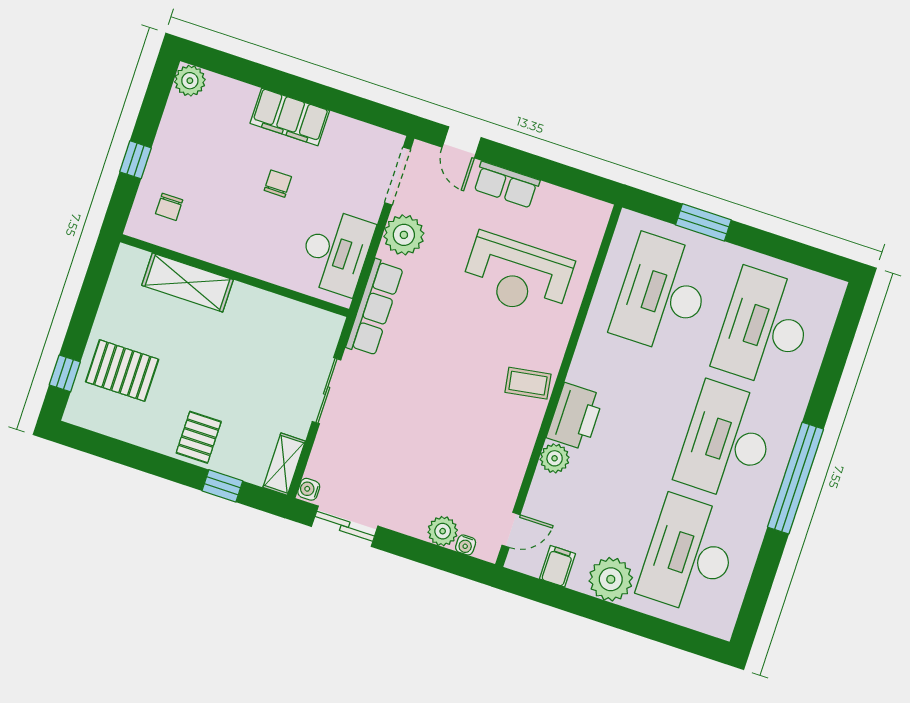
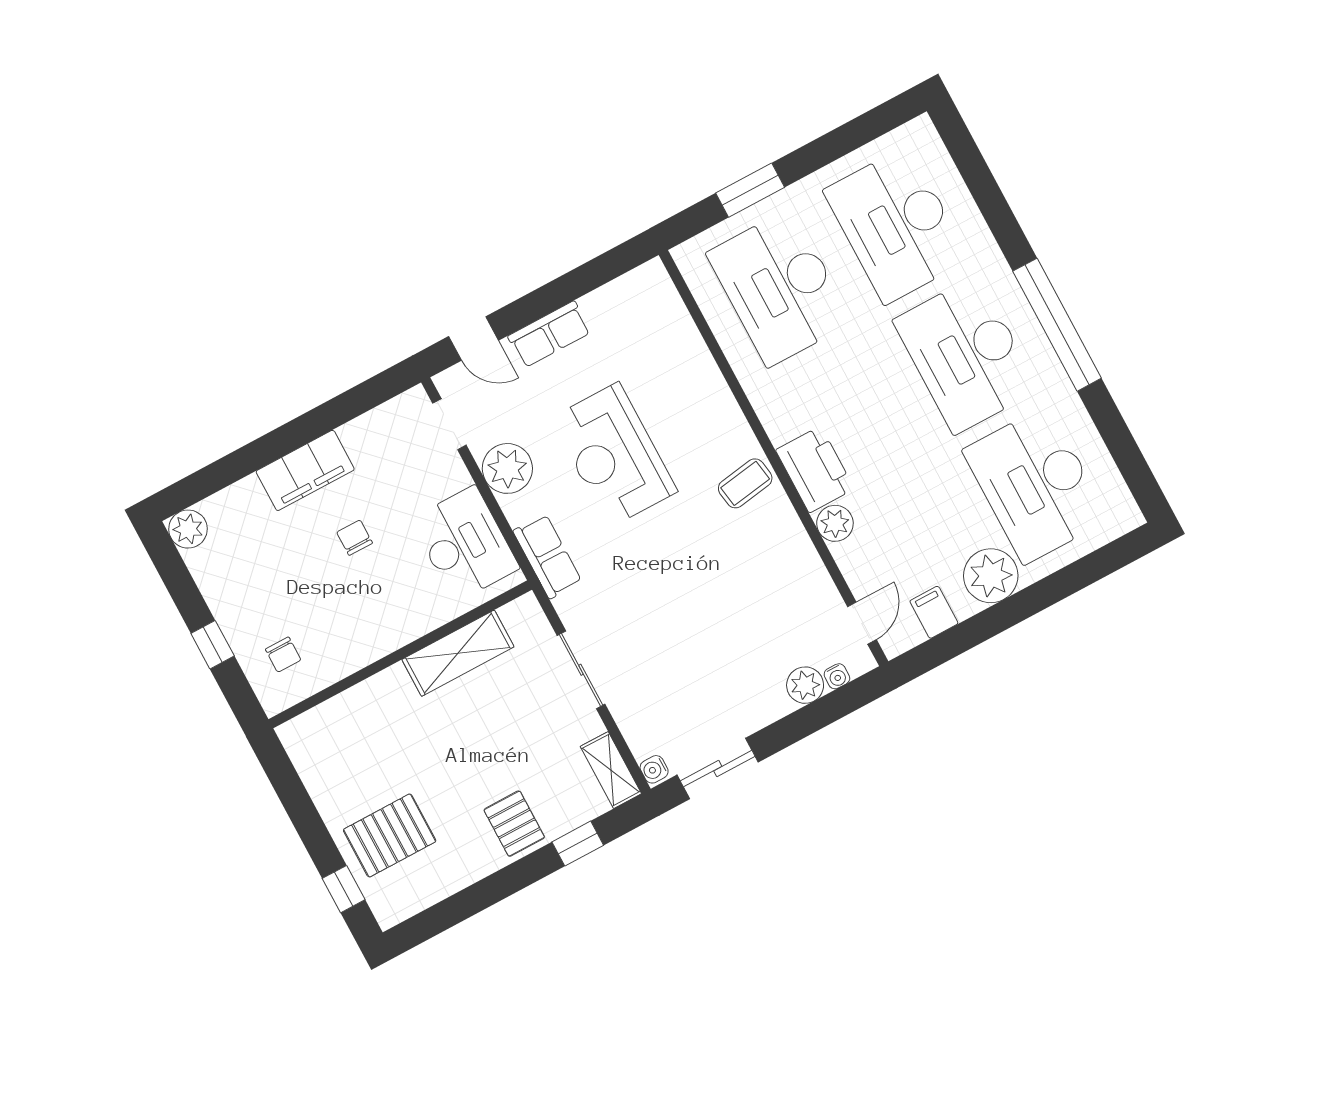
doorway: (398, 176) -> (449, 424), width x0.73
reception desk: (517, 275) -> (614, 455), moved, turned 90
shelving: (188, 282) -> (458, 653), moved
row of seats: (375, 307) -> (547, 556), width x0.68

